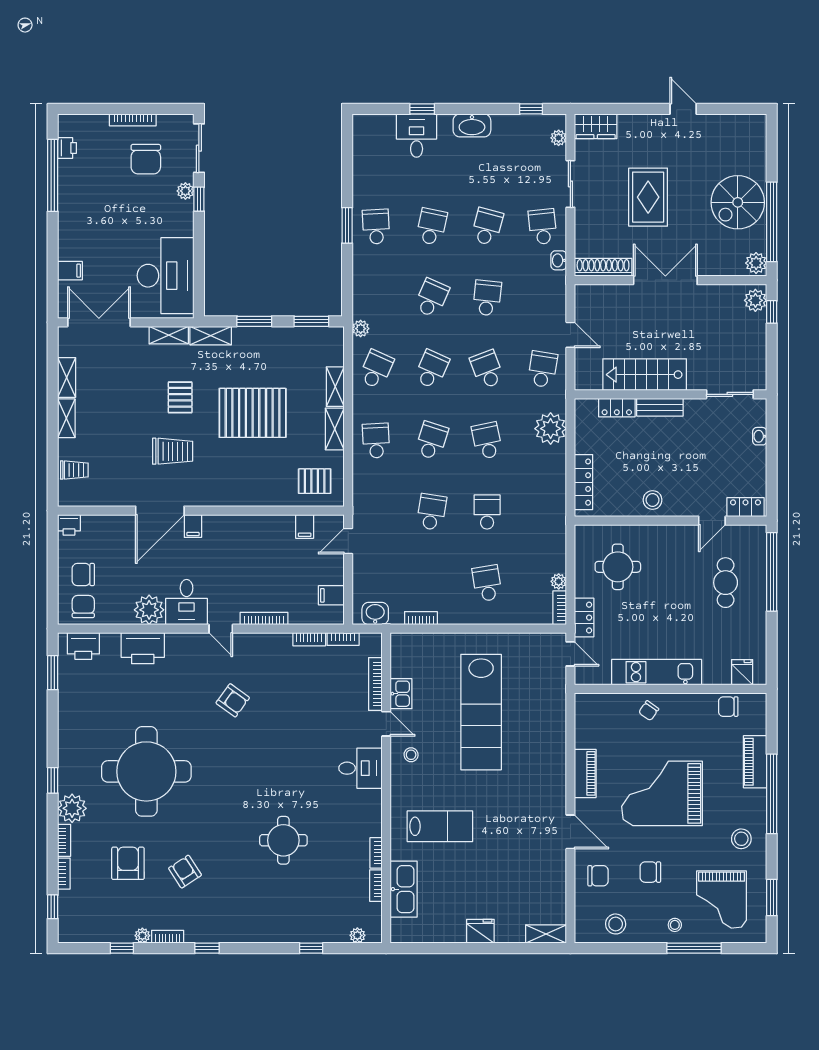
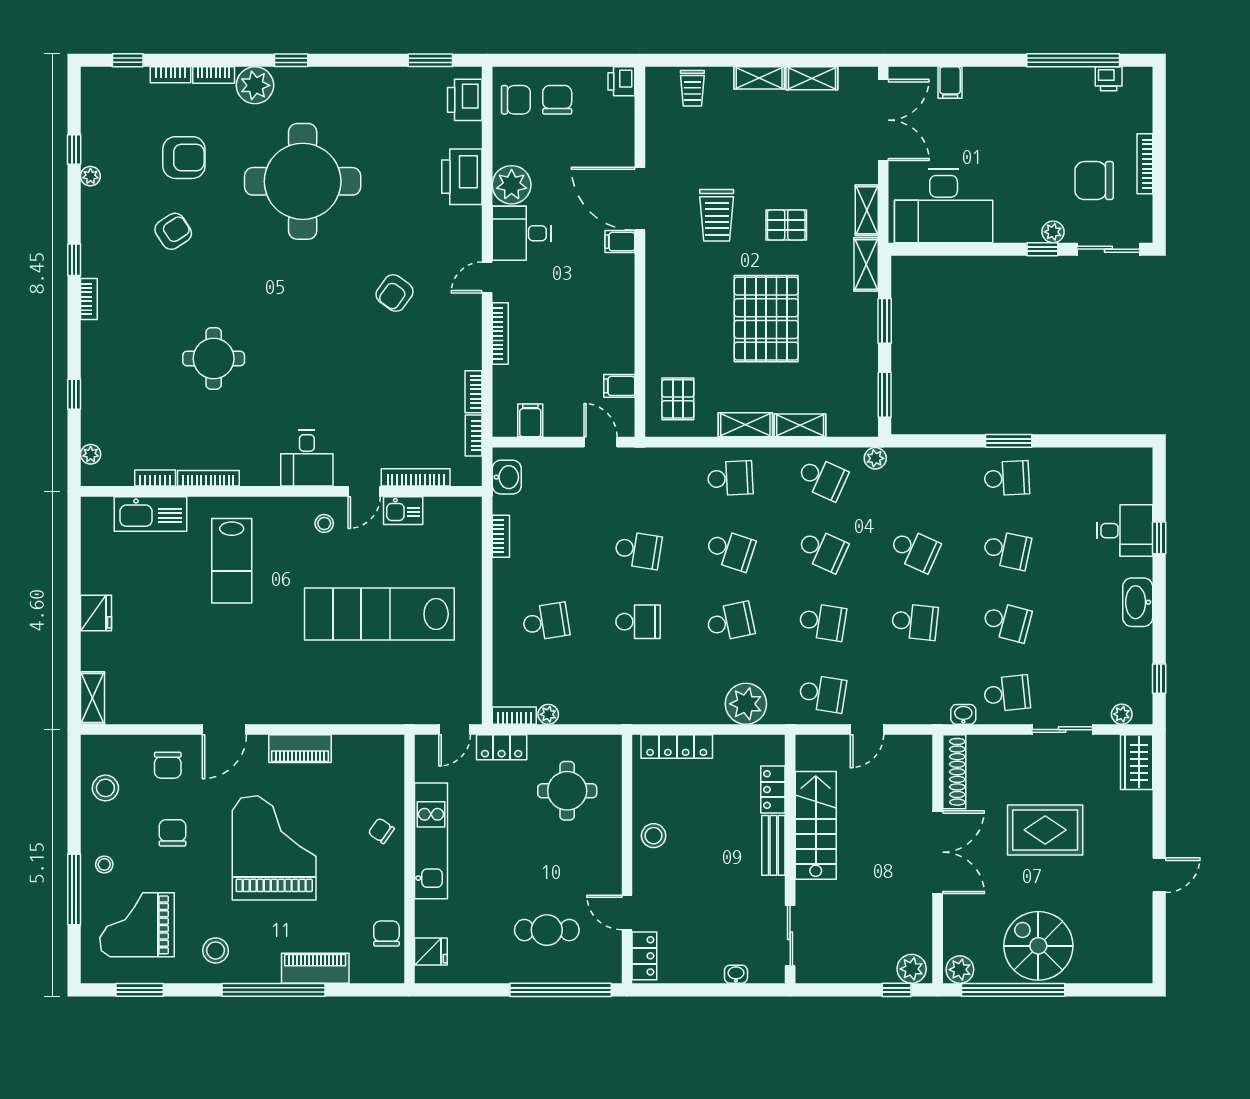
school desk: (487, 369) -> (822, 622), turned 30
bookcase: (376, 853) -> (208, 478), width x1.56
bookcase: (168, 937) -> (89, 299), moved

